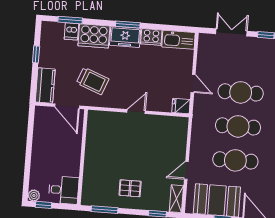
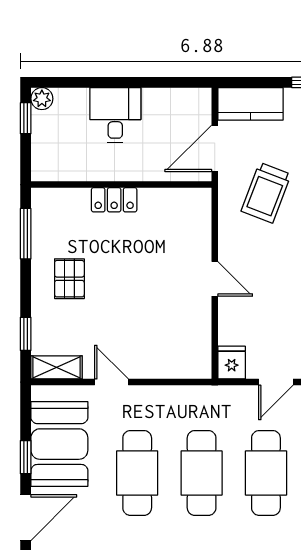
locker: (90, 161) -> (114, 200), added
desk: (64, 190) -> (115, 115), moved, turned 180

